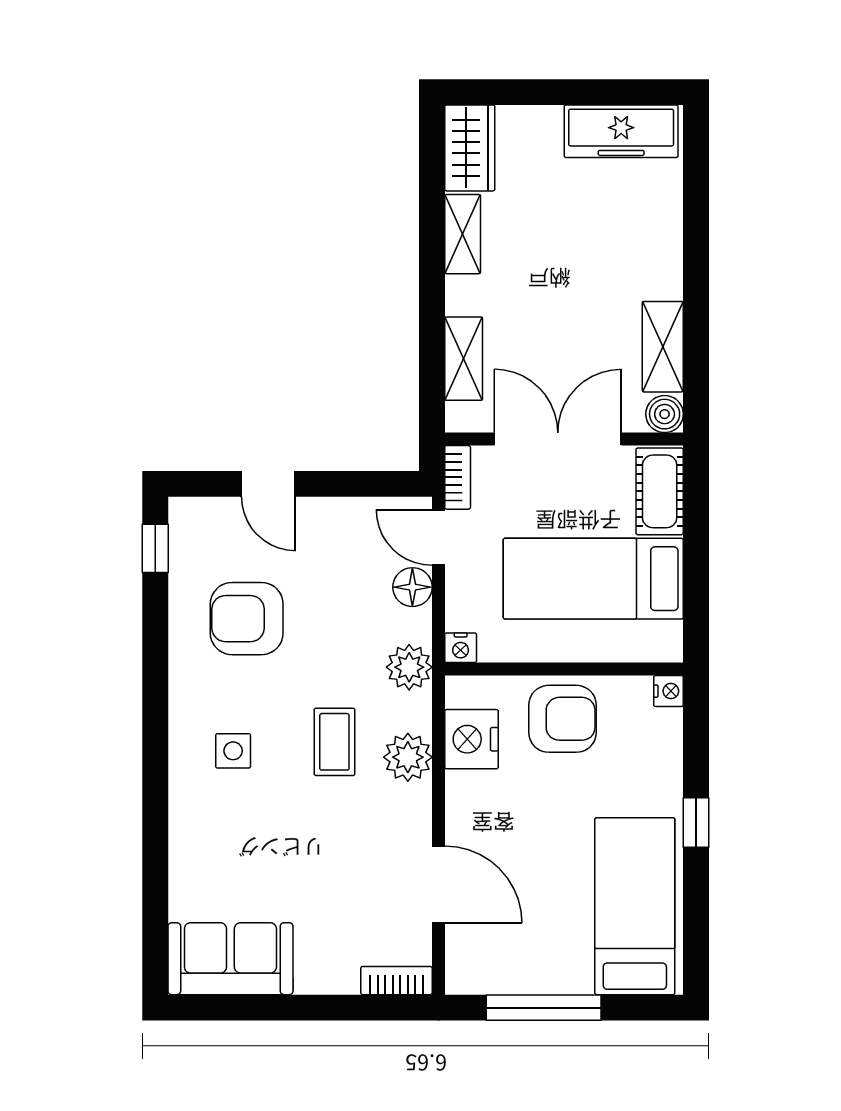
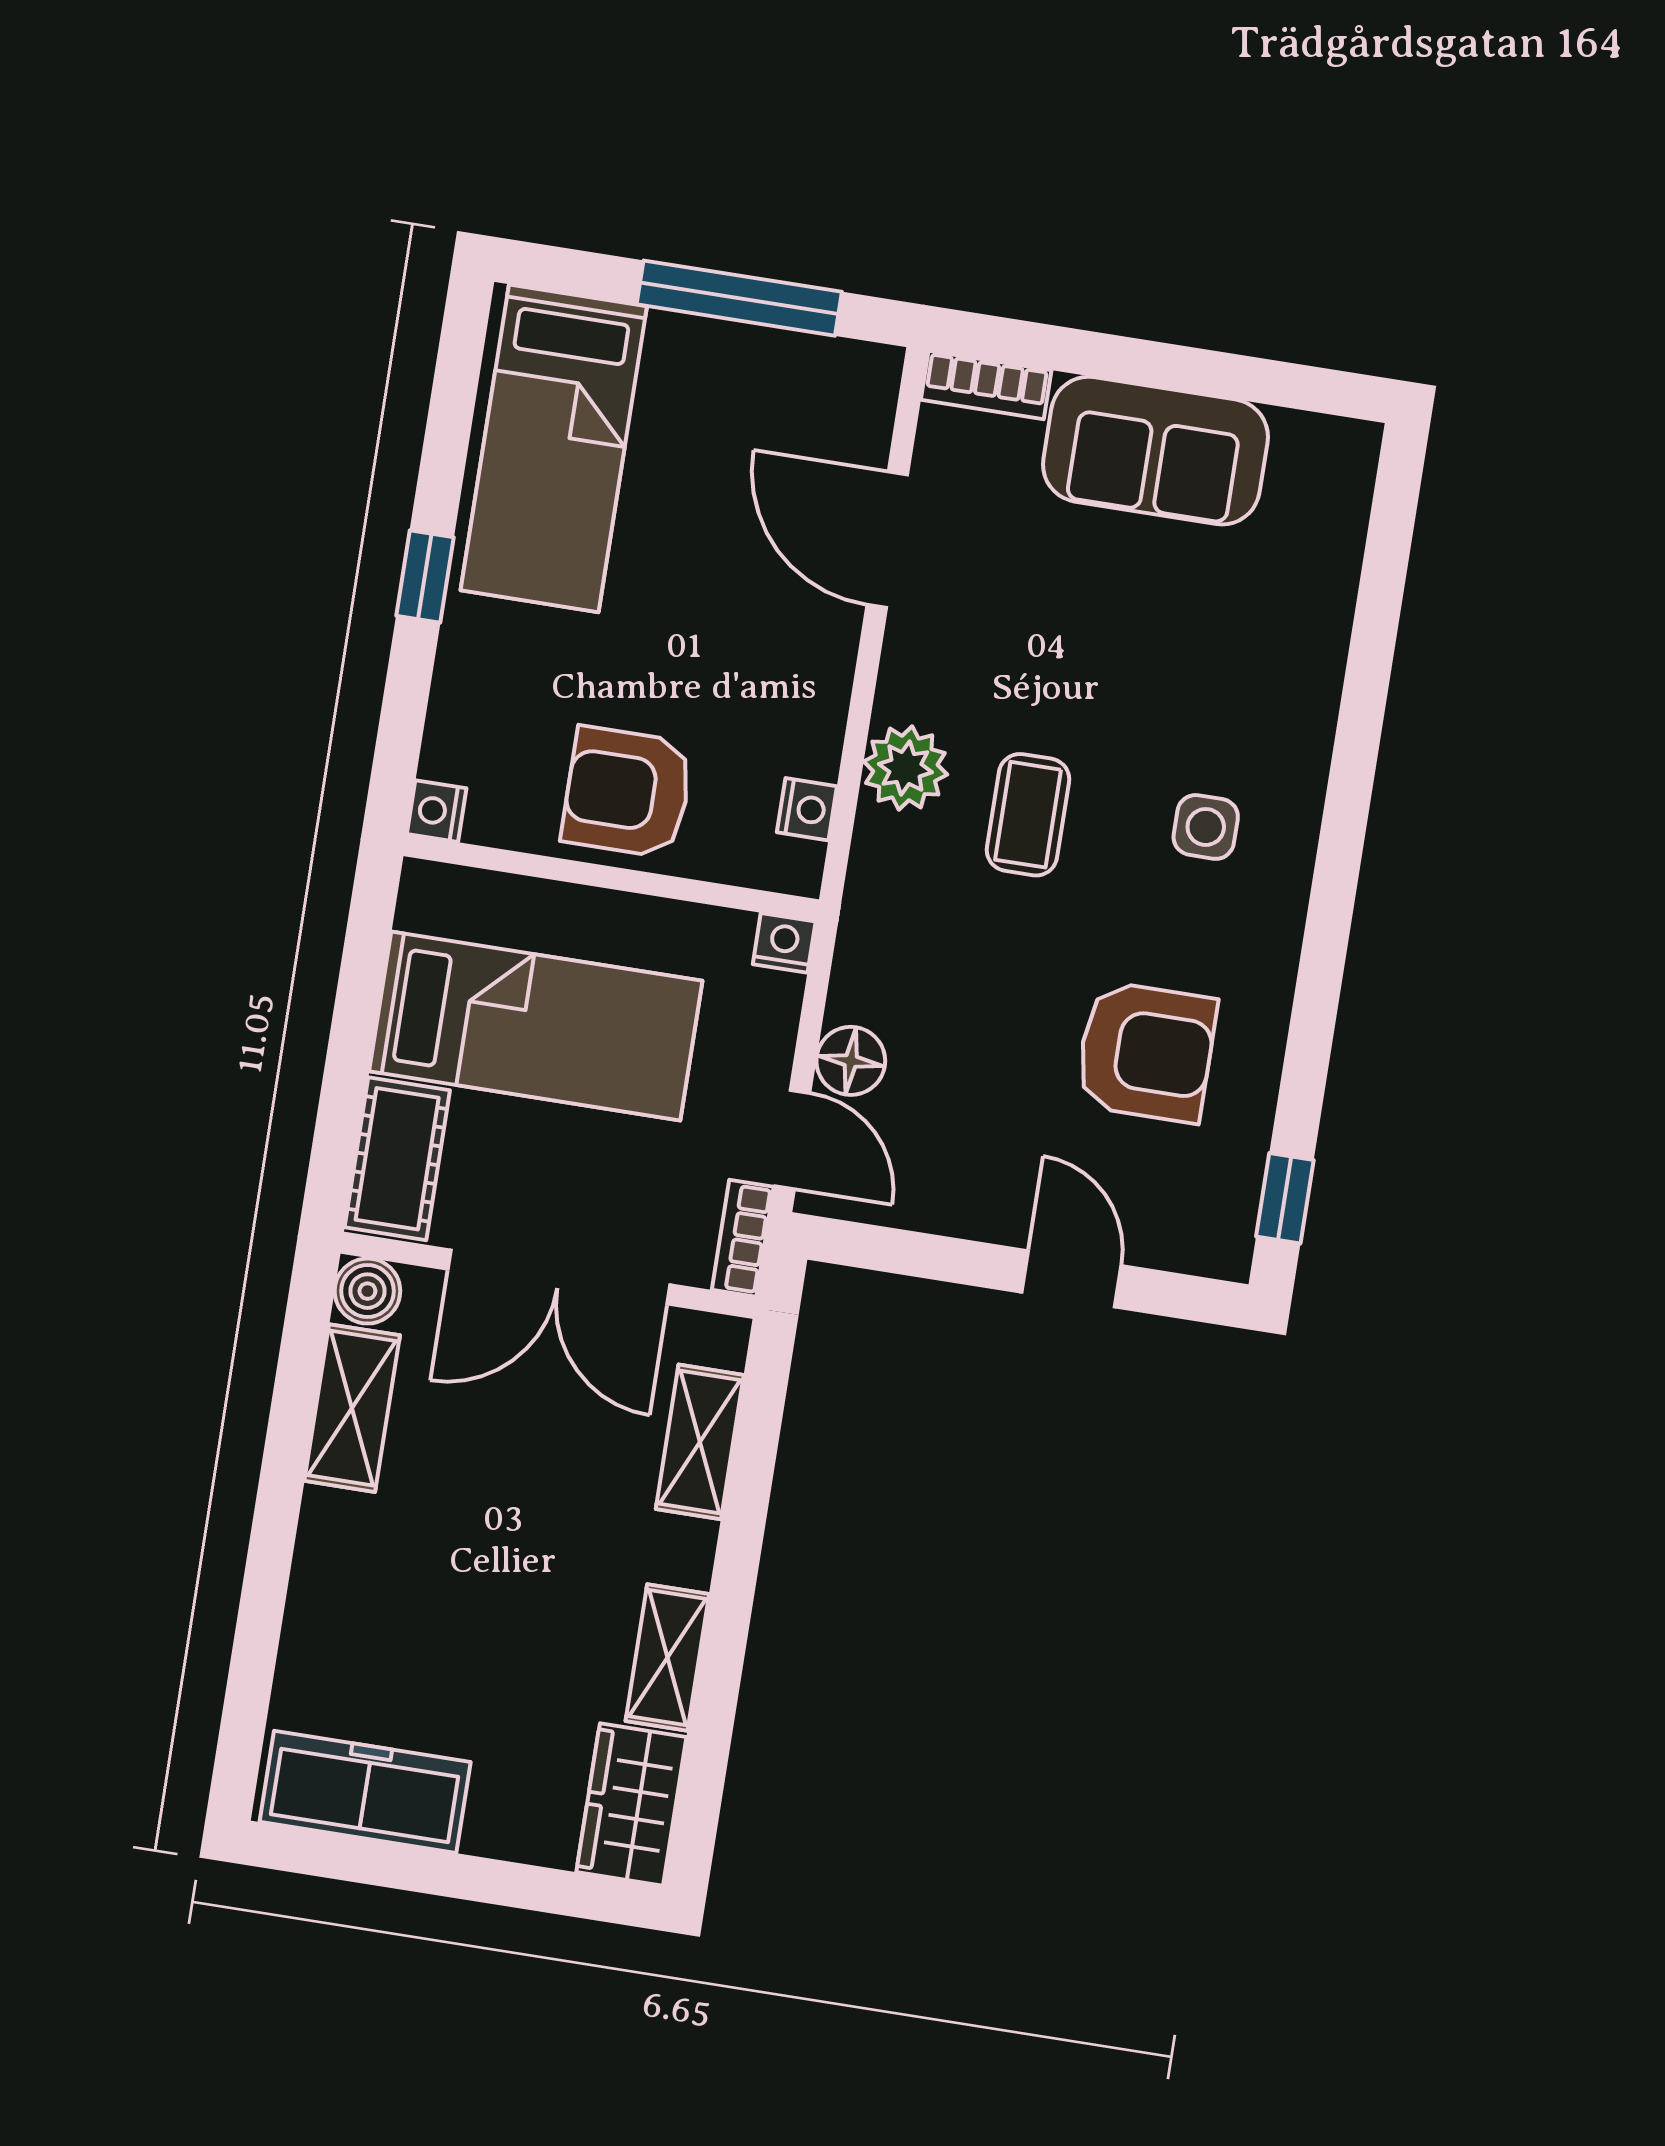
plant: (409, 667) -> (878, 923), removed
nightstand: (471, 739) -> (807, 809), width x0.53, depth x0.56
sofa: (230, 959) -> (1155, 451), moved

